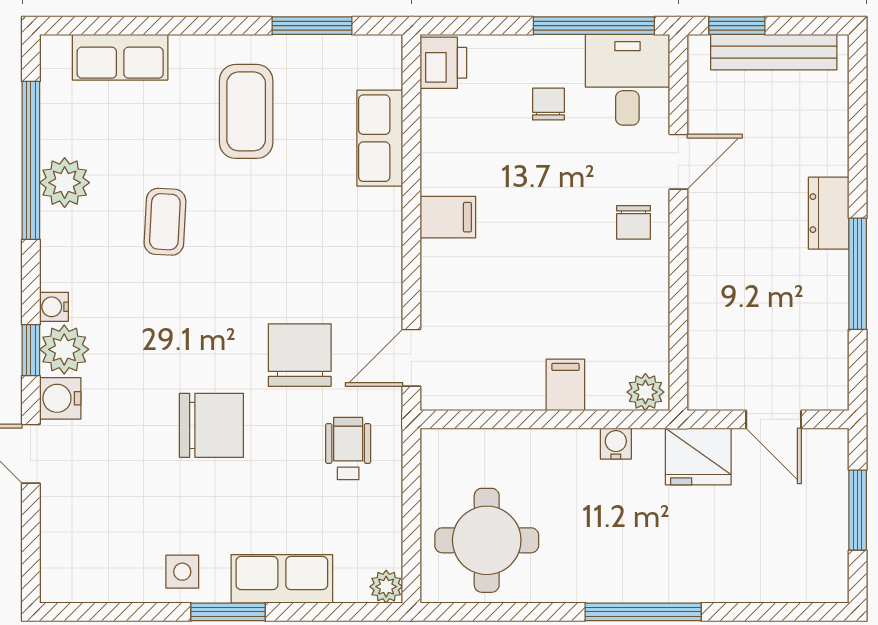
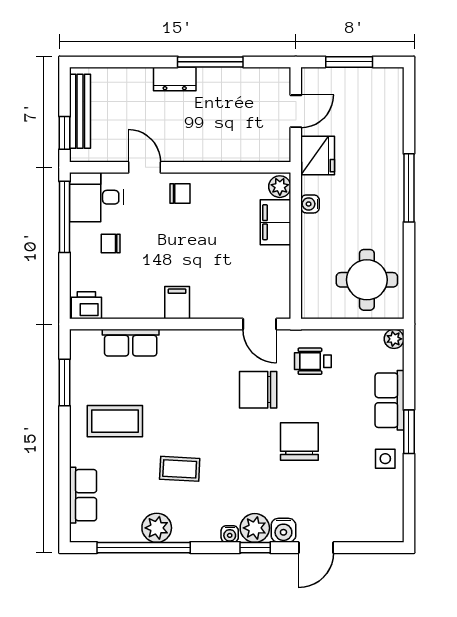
filing cabinet: (565, 385) -> (276, 222), width x2.00

